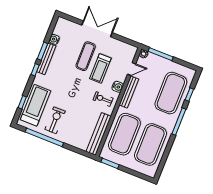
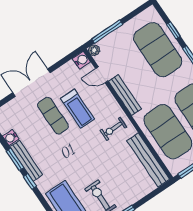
door: (132, 69) -> (102, 75), swing flipped
water cooler: (118, 87) -> (81, 60), moved

